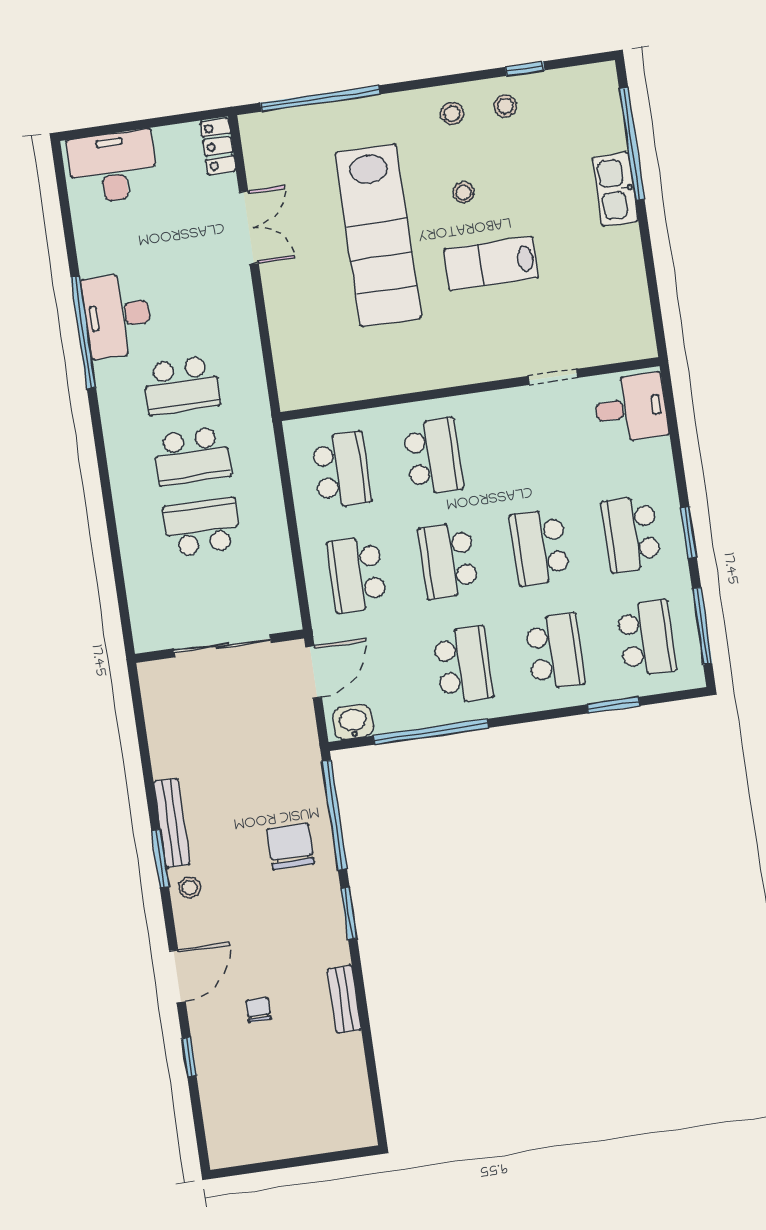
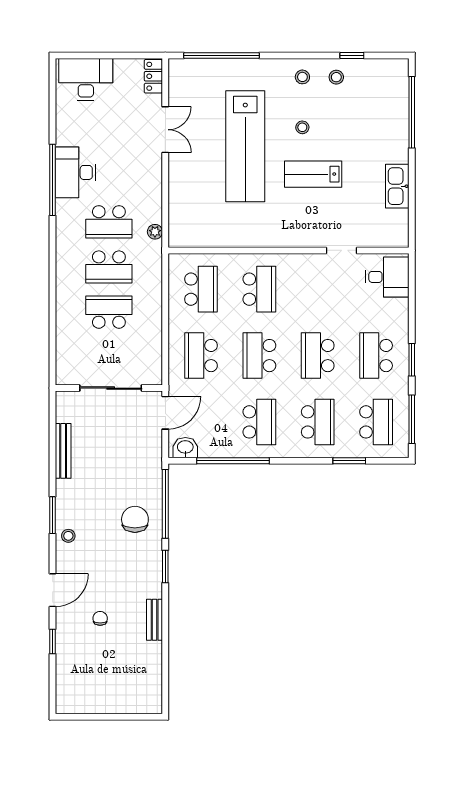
kitchen sink: (615, 189) -> (397, 186), moved
plant: (256, 390) -> (155, 232), added
bench: (172, 823) -> (63, 451), moved

